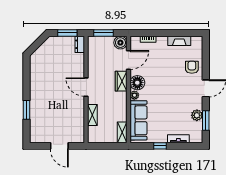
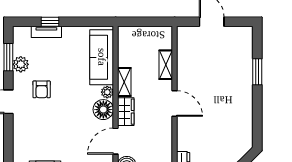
armchair: (192, 67) -> (42, 89), moved
shelving: (122, 132) -> (124, 82), moved
window: (160, 146) -> (50, 22), moved

